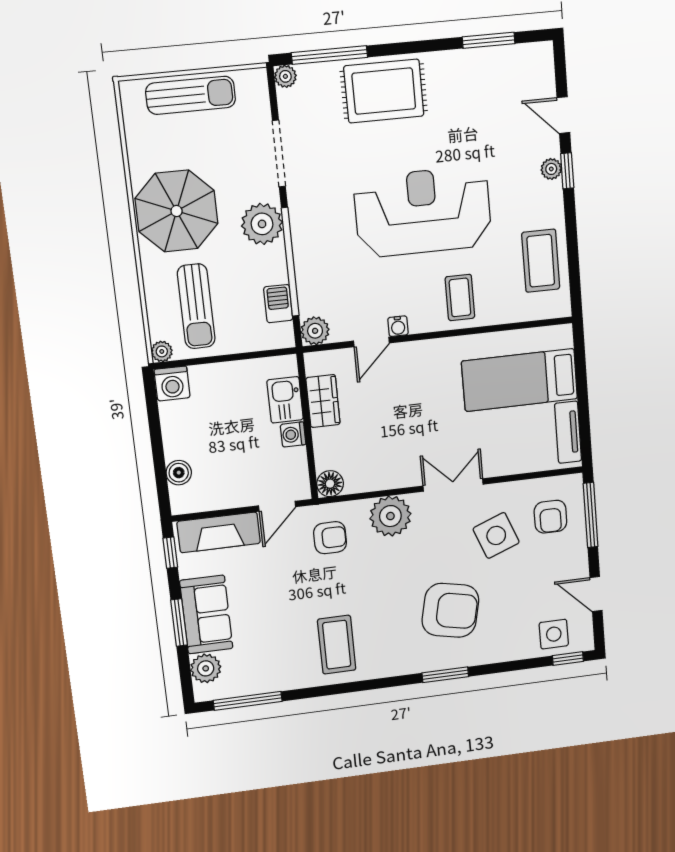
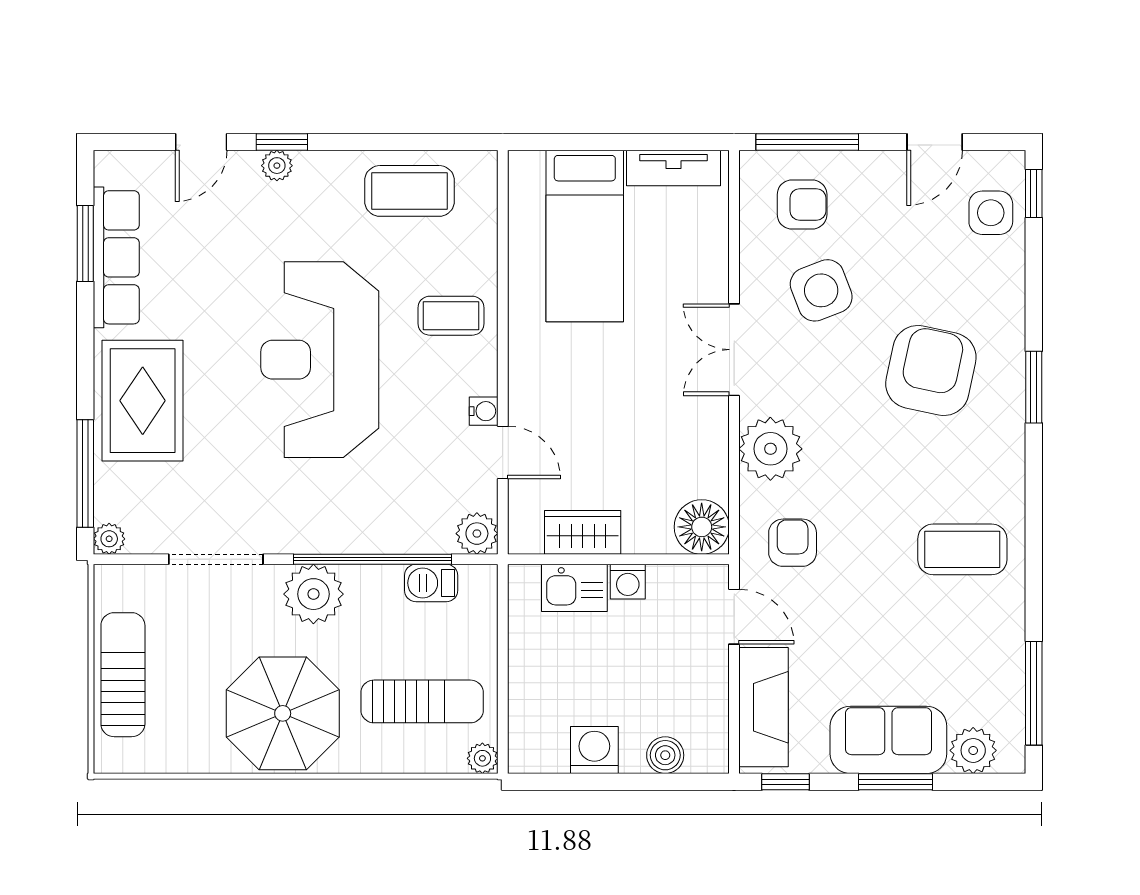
row of seats: (481, 63) -> (116, 257), added
washing machine: (172, 383) -> (594, 750), moved, turned -90
floor lamp: (330, 484) -> (702, 527), width x1.38, depth x1.38

